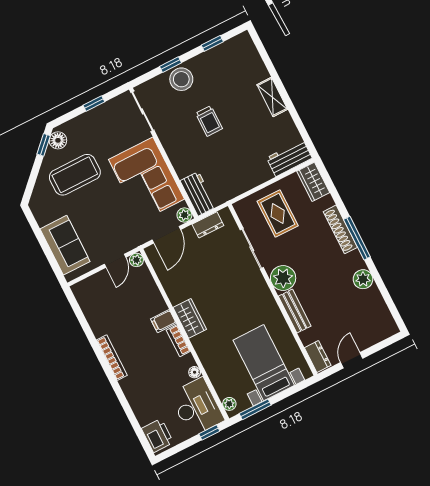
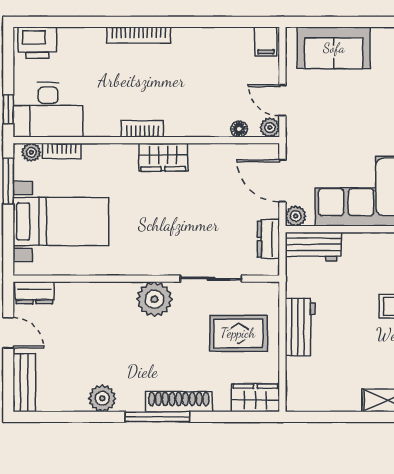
workbench: (289, 158) -> (300, 327), moved
bench: (295, 311) -> (24, 383), moved, turned 90
filing cabinet: (163, 321) -> (266, 41), moved, turned 180
bookcase: (112, 358) -> (139, 35), moved
floor lamp: (195, 372) -> (239, 129), moved
bookcase: (218, 385) -> (62, 151), added

